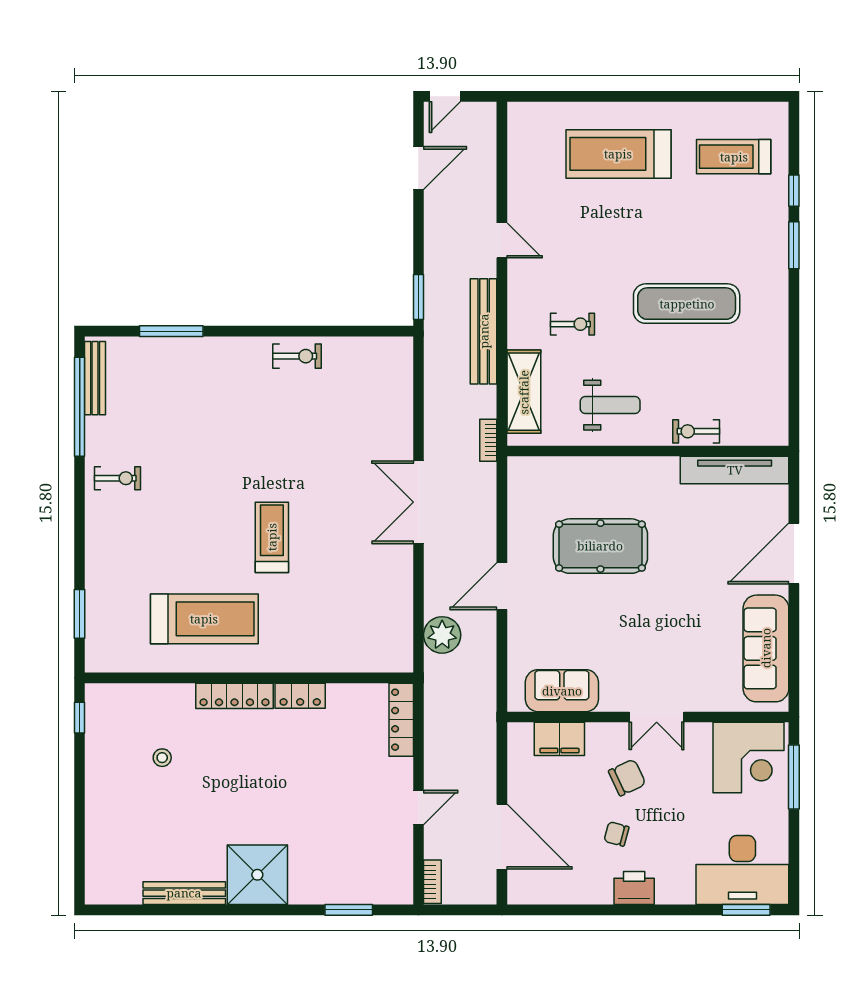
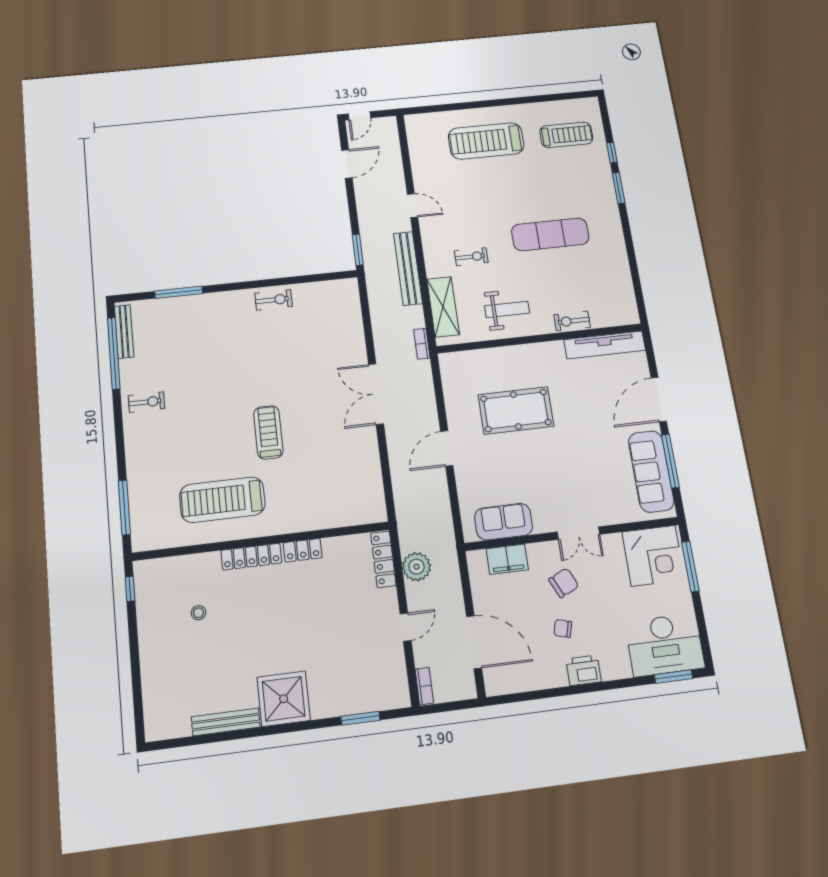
treadmill: (734, 157) -> (566, 135), turned 180
window: (80, 614) -> (124, 507), width x1.44
treadmill: (204, 619) -> (222, 500), turned 180
plant: (442, 635) -> (416, 567), moved
window: (794, 638) -> (670, 461), added

